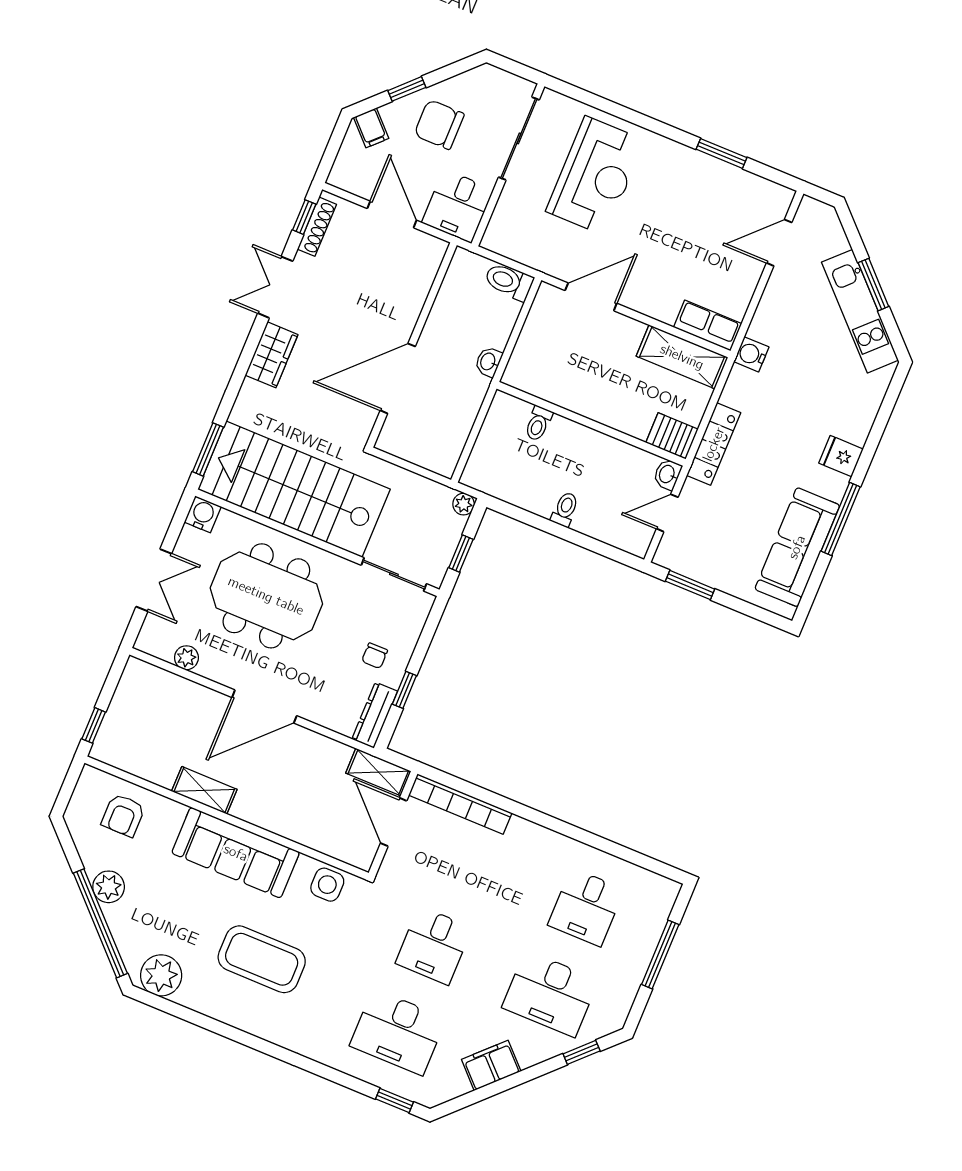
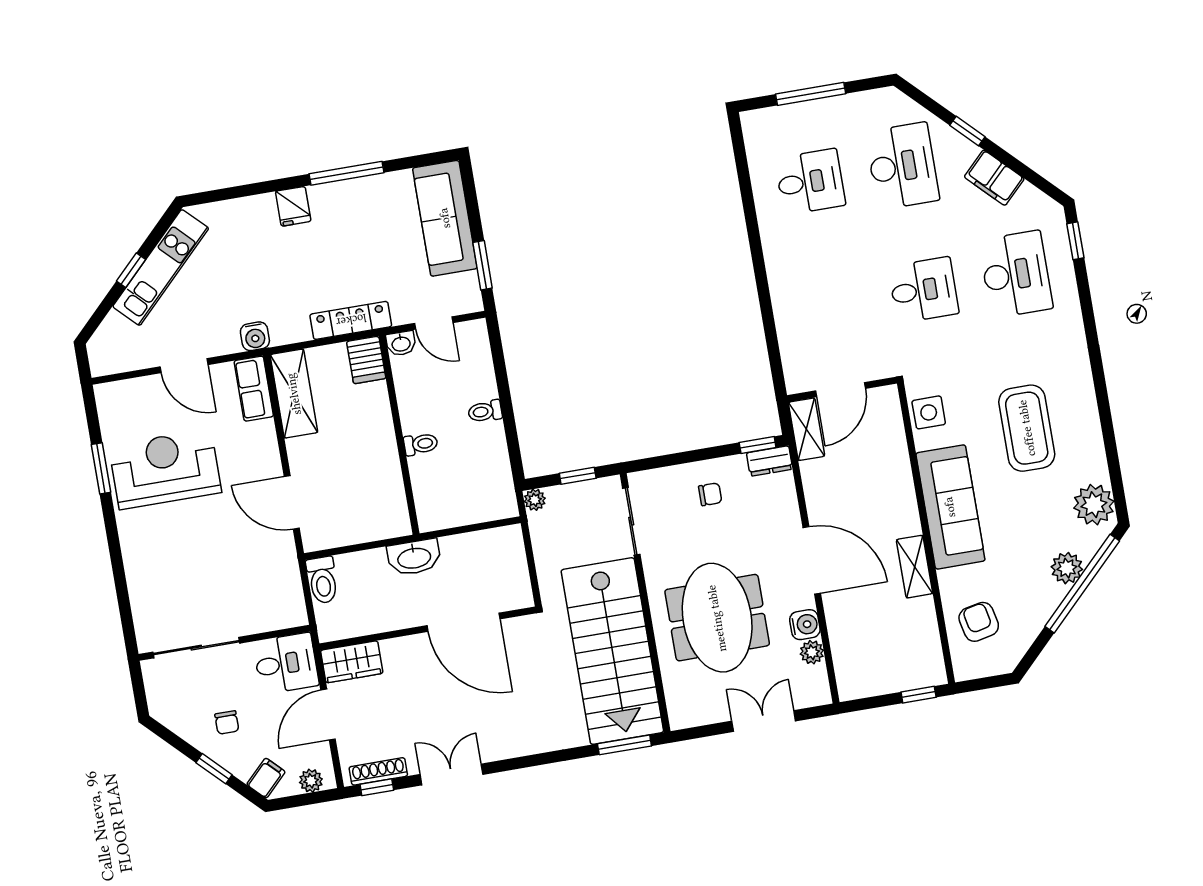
chair: (439, 125) -> (227, 722), width x0.54, depth x0.54
plant: (345, 165) -> (311, 781), added
reception desk: (595, 176) -> (165, 469), moved
door: (779, 243) -> (184, 366), moved
window: (873, 285) -> (131, 270), width x0.67
double door: (275, 287) -> (452, 774), swing flipped
wardrobe: (272, 355) -> (352, 662), moved, turned 180
washbasin: (488, 362) -> (414, 557), width x1.91, depth x1.45
toilet: (538, 423) -> (421, 444), moved
water cooler: (203, 514) -> (805, 625), moved, turned 180
sofa: (797, 547) -> (445, 218), moved, turned 90
window: (404, 690) -> (758, 445), moved
dresser: (375, 715) -> (770, 461), width x0.70
bookcase: (460, 804) -> (790, 343), removed
armchair: (123, 815) -> (979, 622), turned -102
plant: (109, 887) -> (1067, 568), moved
window: (582, 1052) -> (967, 131), moved

